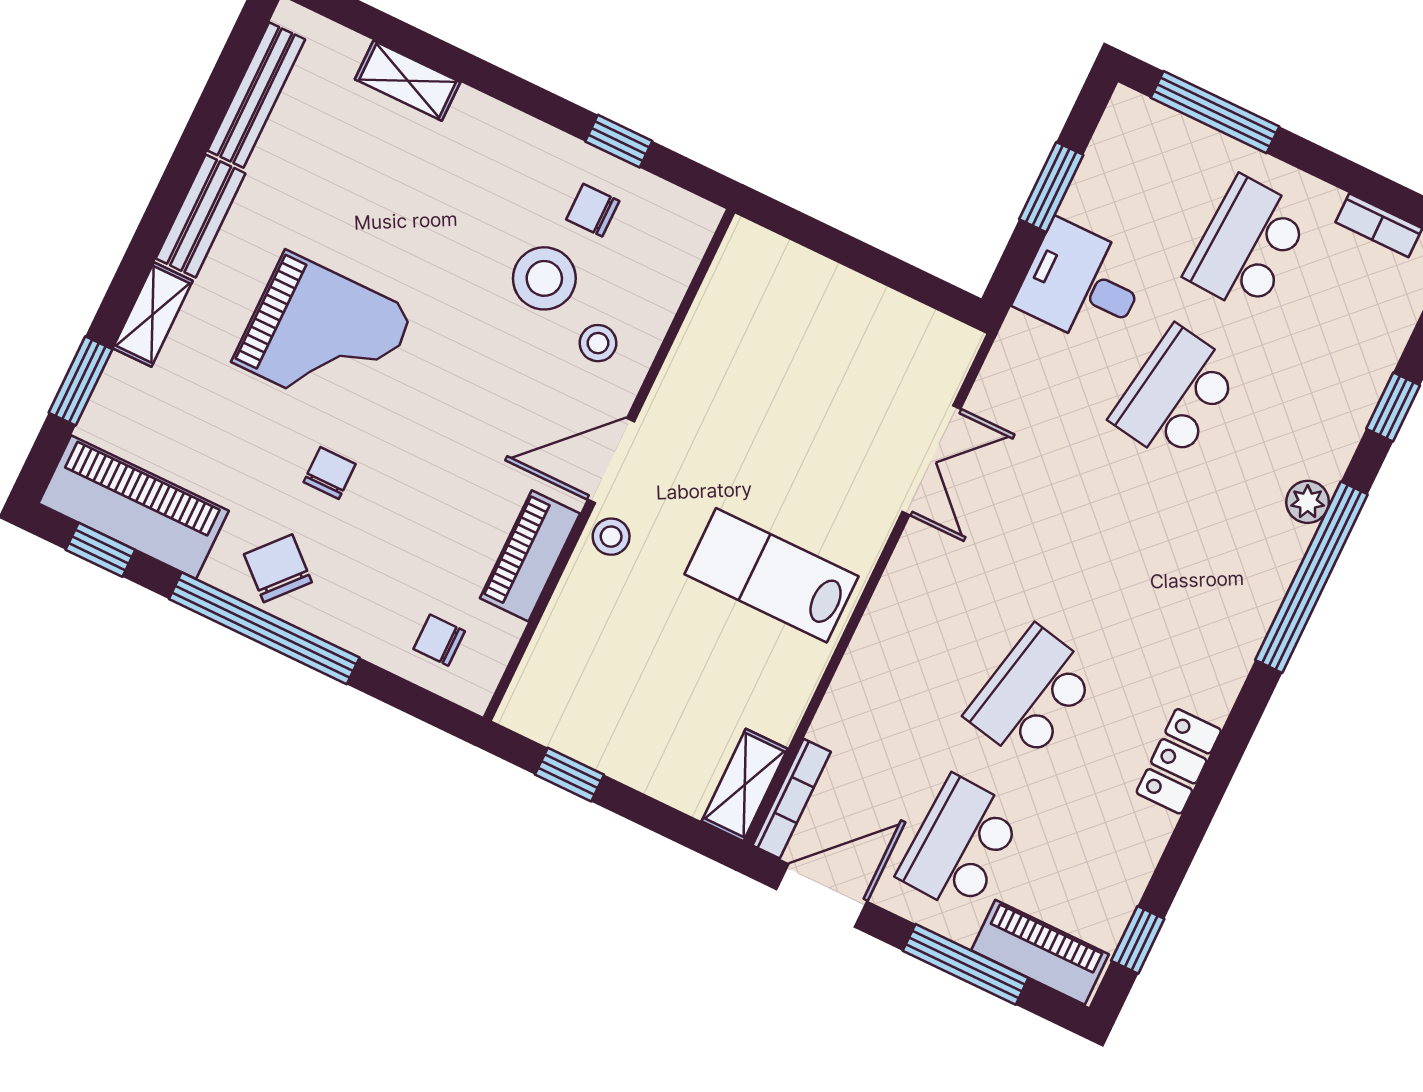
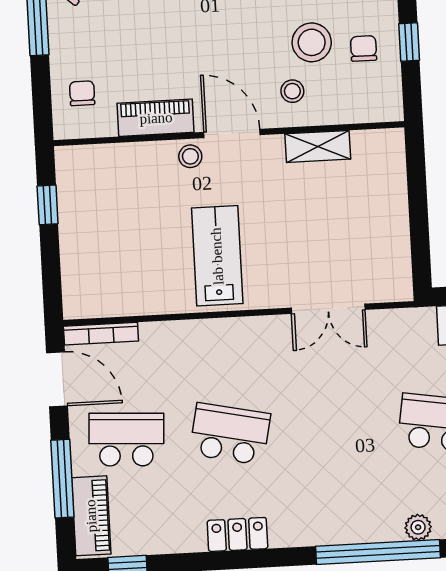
shelving: (745, 785) -> (318, 146), moved

